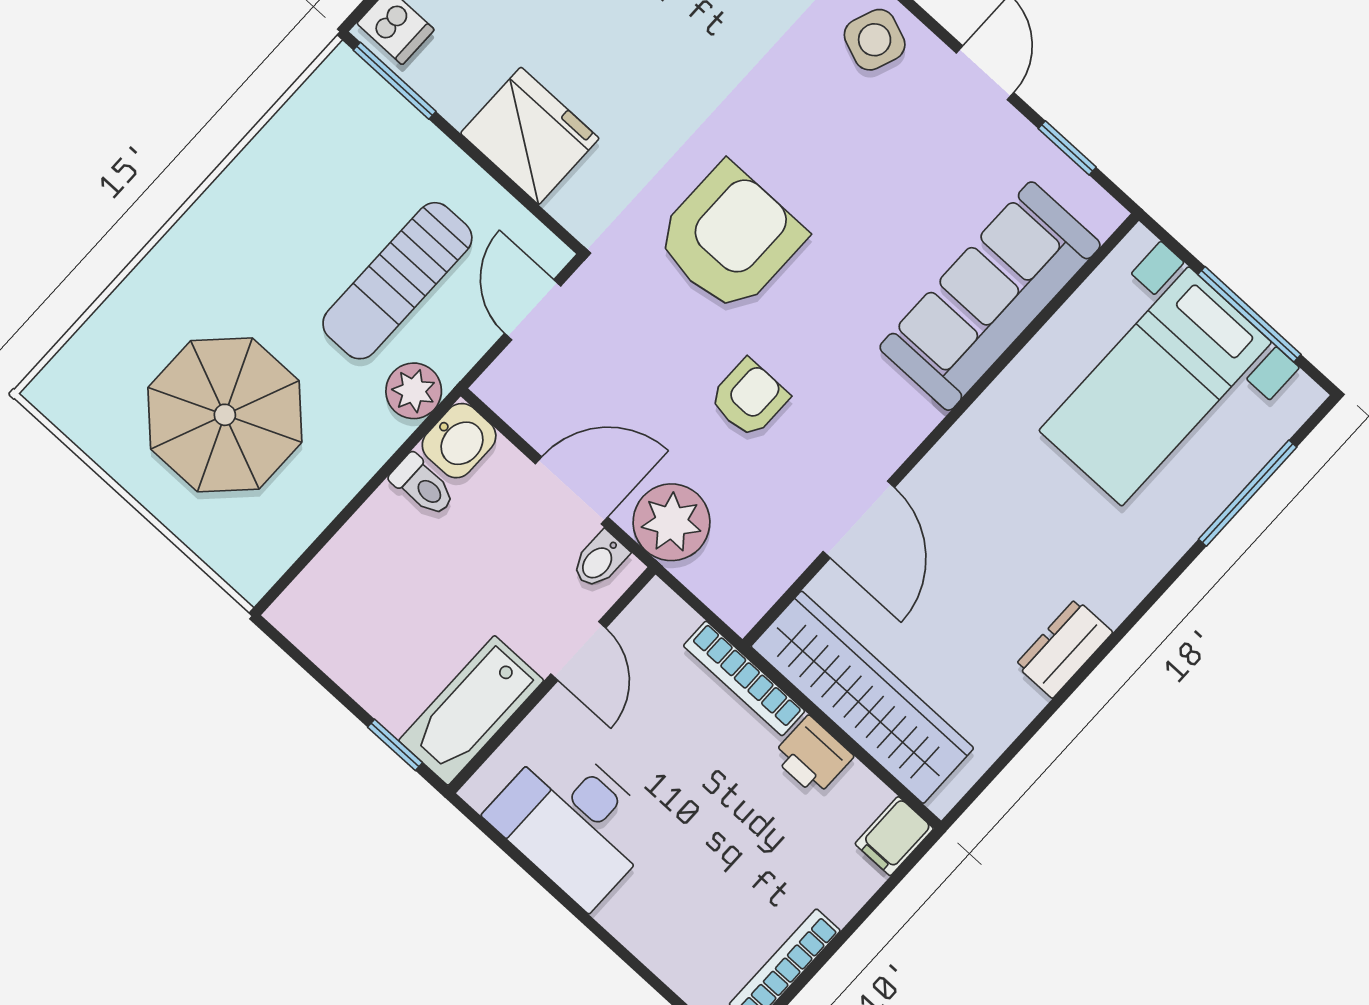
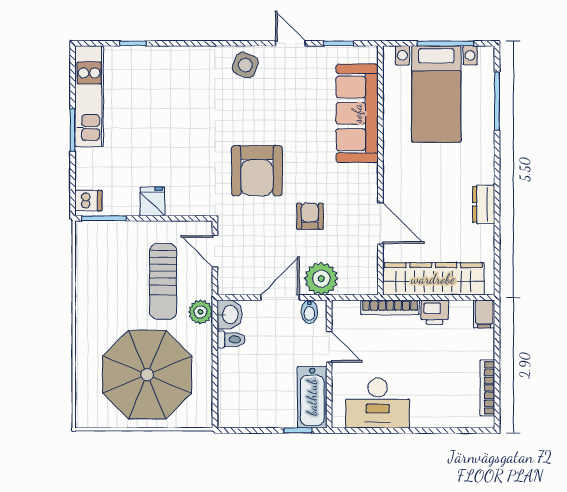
fridge: (530, 136) -> (152, 201), width x0.53, depth x0.75
armchair: (730, 238) -> (257, 171), turned 180
parasol: (225, 415) -> (147, 375), width x1.36, depth x1.36

